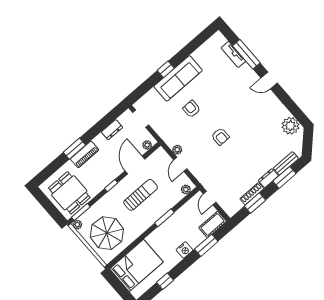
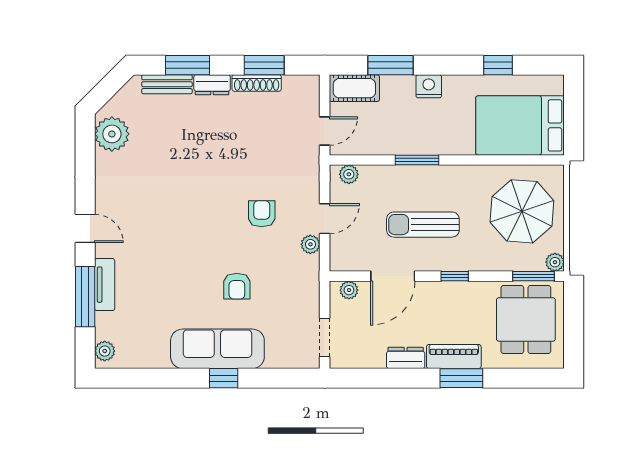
plant: (221, 40) -> (105, 351), added
tv unit: (233, 55) -> (105, 285), moved
dresser: (112, 130) -> (406, 358), moved
armchair: (220, 137) -> (262, 214), moved

